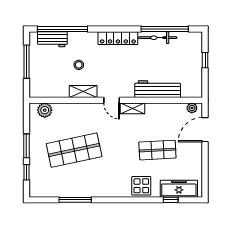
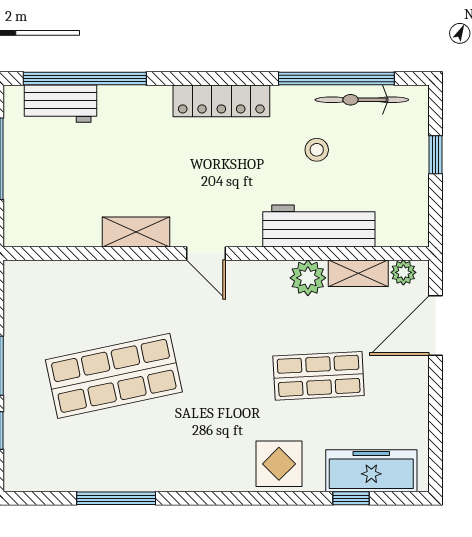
bicycle: (158, 38) -> (362, 100), moved
stool: (79, 65) -> (317, 150), moved
shelving: (133, 108) -> (358, 273), moved
plant: (45, 110) -> (308, 278), moved

